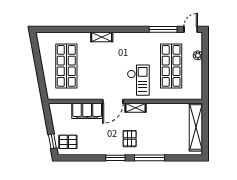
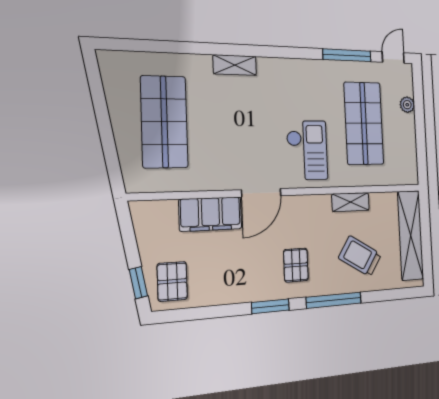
shelving: (136, 108) -> (350, 202), moved
trolley: (165, 136) -> (360, 256), added
pallet: (68, 142) -> (172, 281), turned 90

